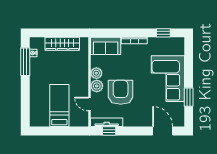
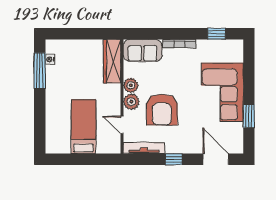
wardrobe: (62, 44) -> (112, 61), moved, turned 90
armchair: (121, 92) -> (162, 110), turned 180
window: (109, 131) -> (174, 159), moved

